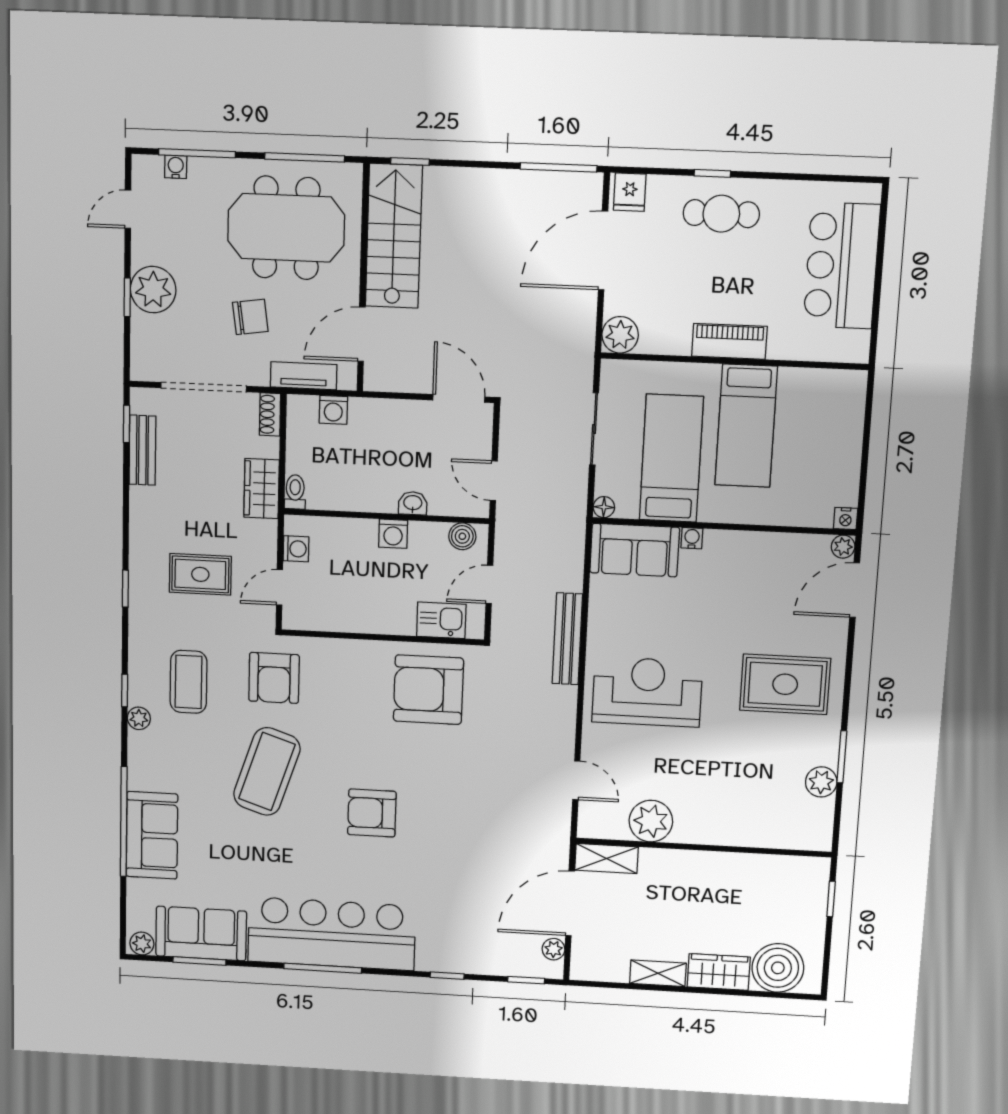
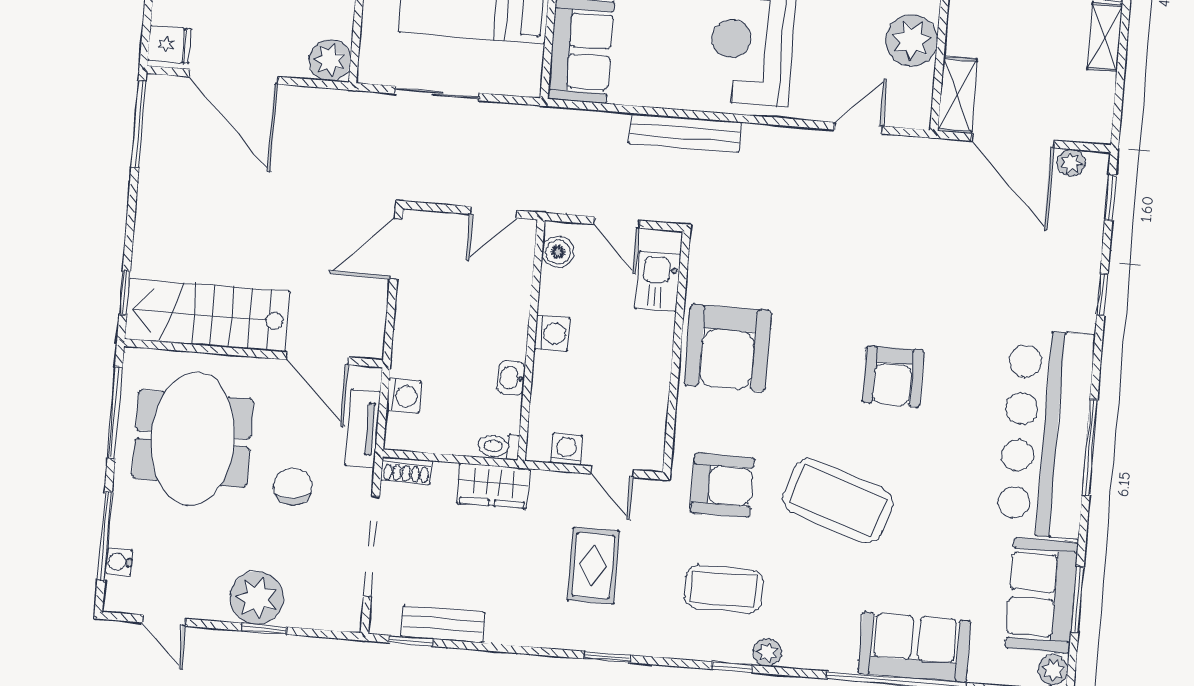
washbasin: (413, 503) -> (511, 378), moved
floor lamp: (604, 507) -> (529, 85), removed
armchair: (428, 690) -> (728, 348), moved

